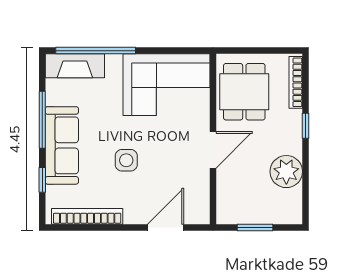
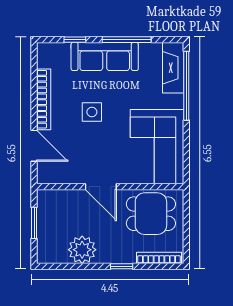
bookcase: (87, 216) -> (44, 99), moved

